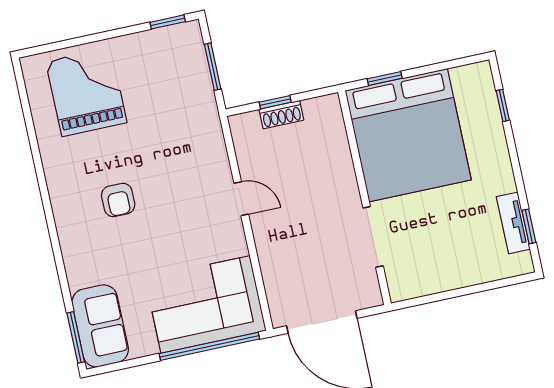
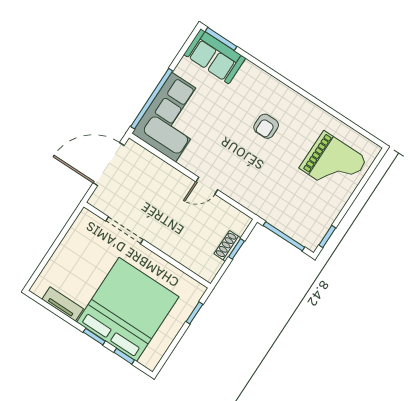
window: (213, 67) -> (284, 236), width x1.44
bed: (408, 135) -> (128, 309), moved, turned 90
armchair: (118, 200) -> (266, 126), turned -90
window: (529, 226) -> (94, 337), moved

